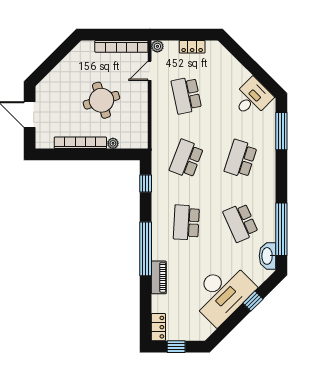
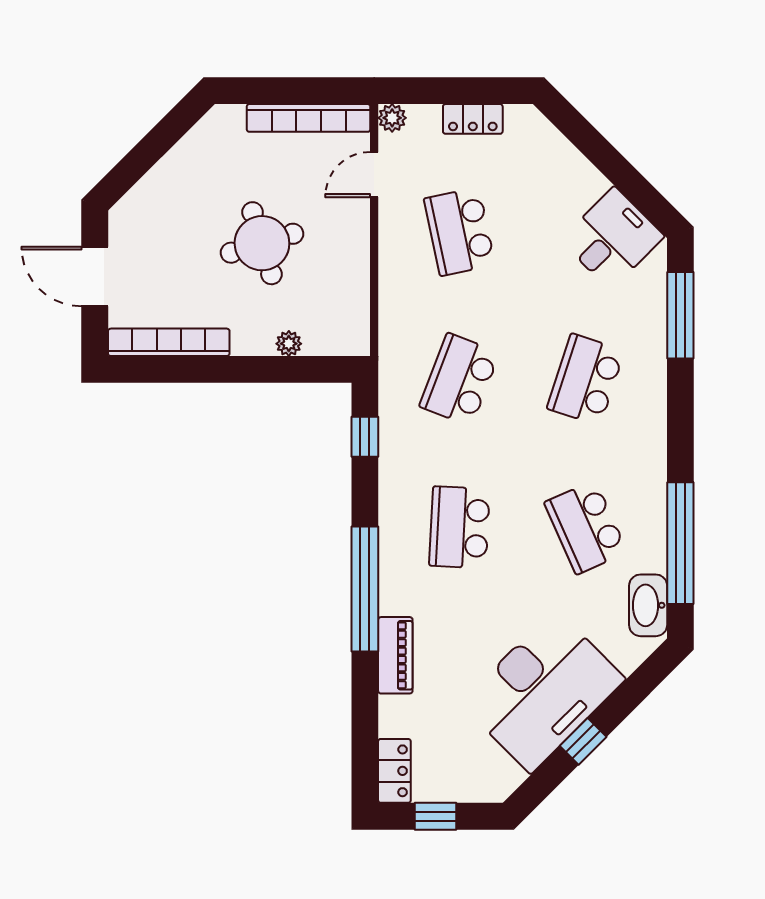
bookcase: (80, 143) -> (169, 342), moved
window: (253, 301) -> (583, 741), moved

